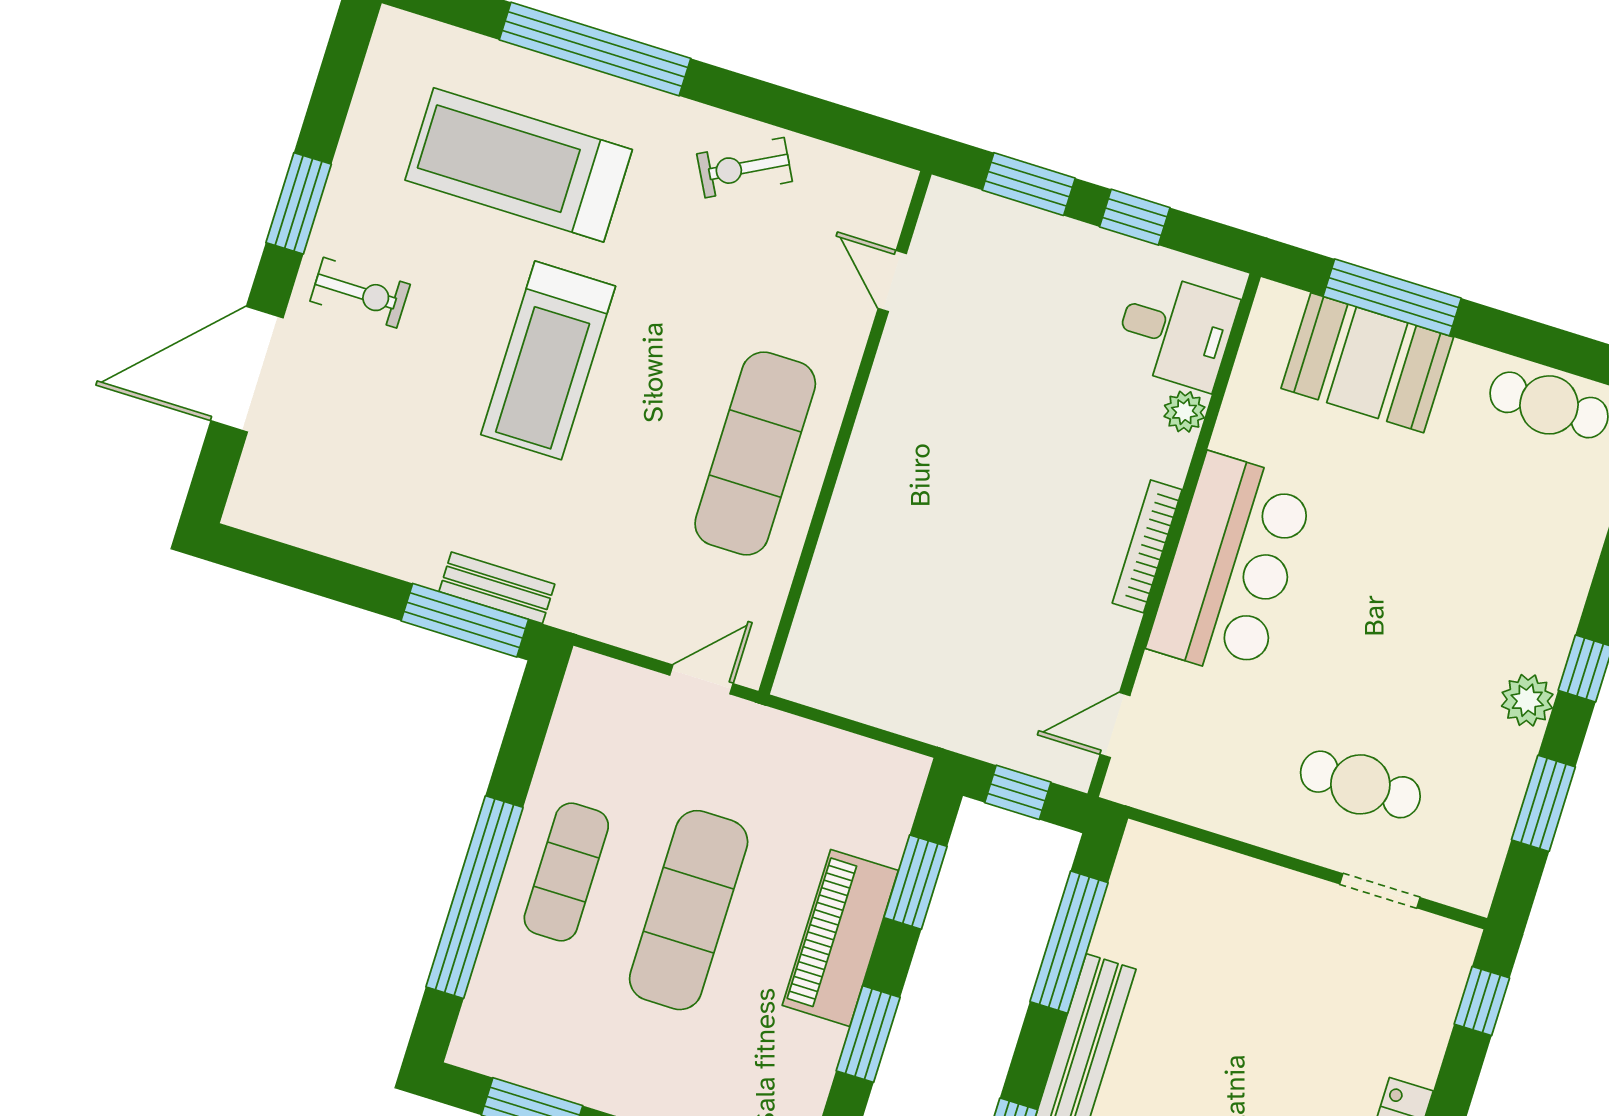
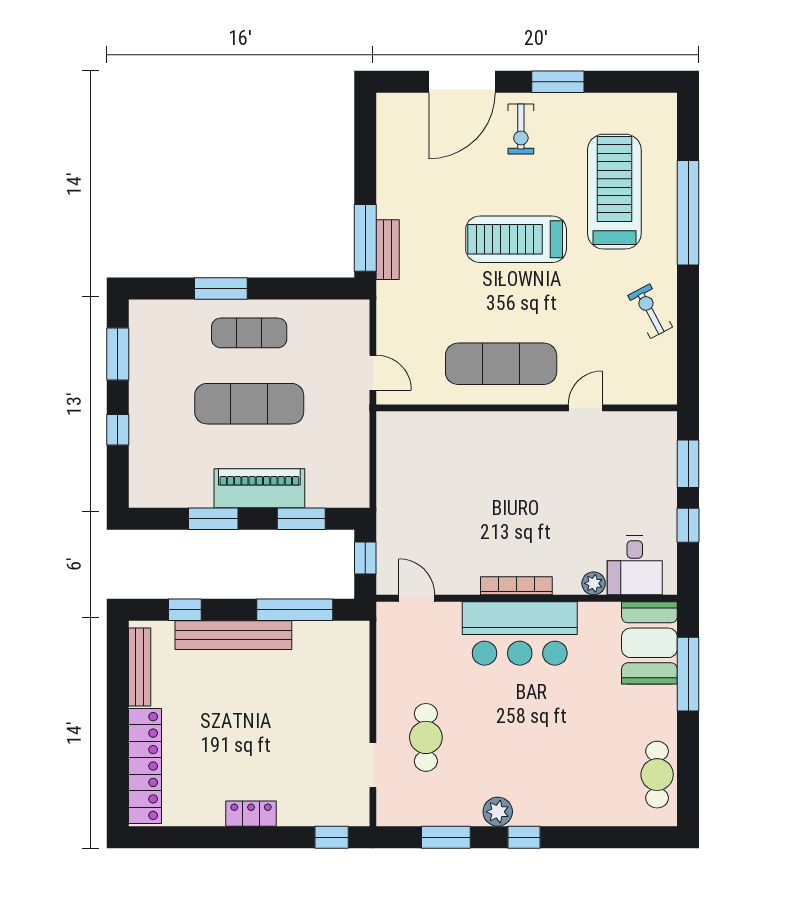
door: (892, 281) -> (585, 408), moved
booth: (1367, 363) -> (649, 643), moved
door: (247, 369) -> (462, 82), swing flipped
window: (474, 897) -> (221, 289), width x0.47

